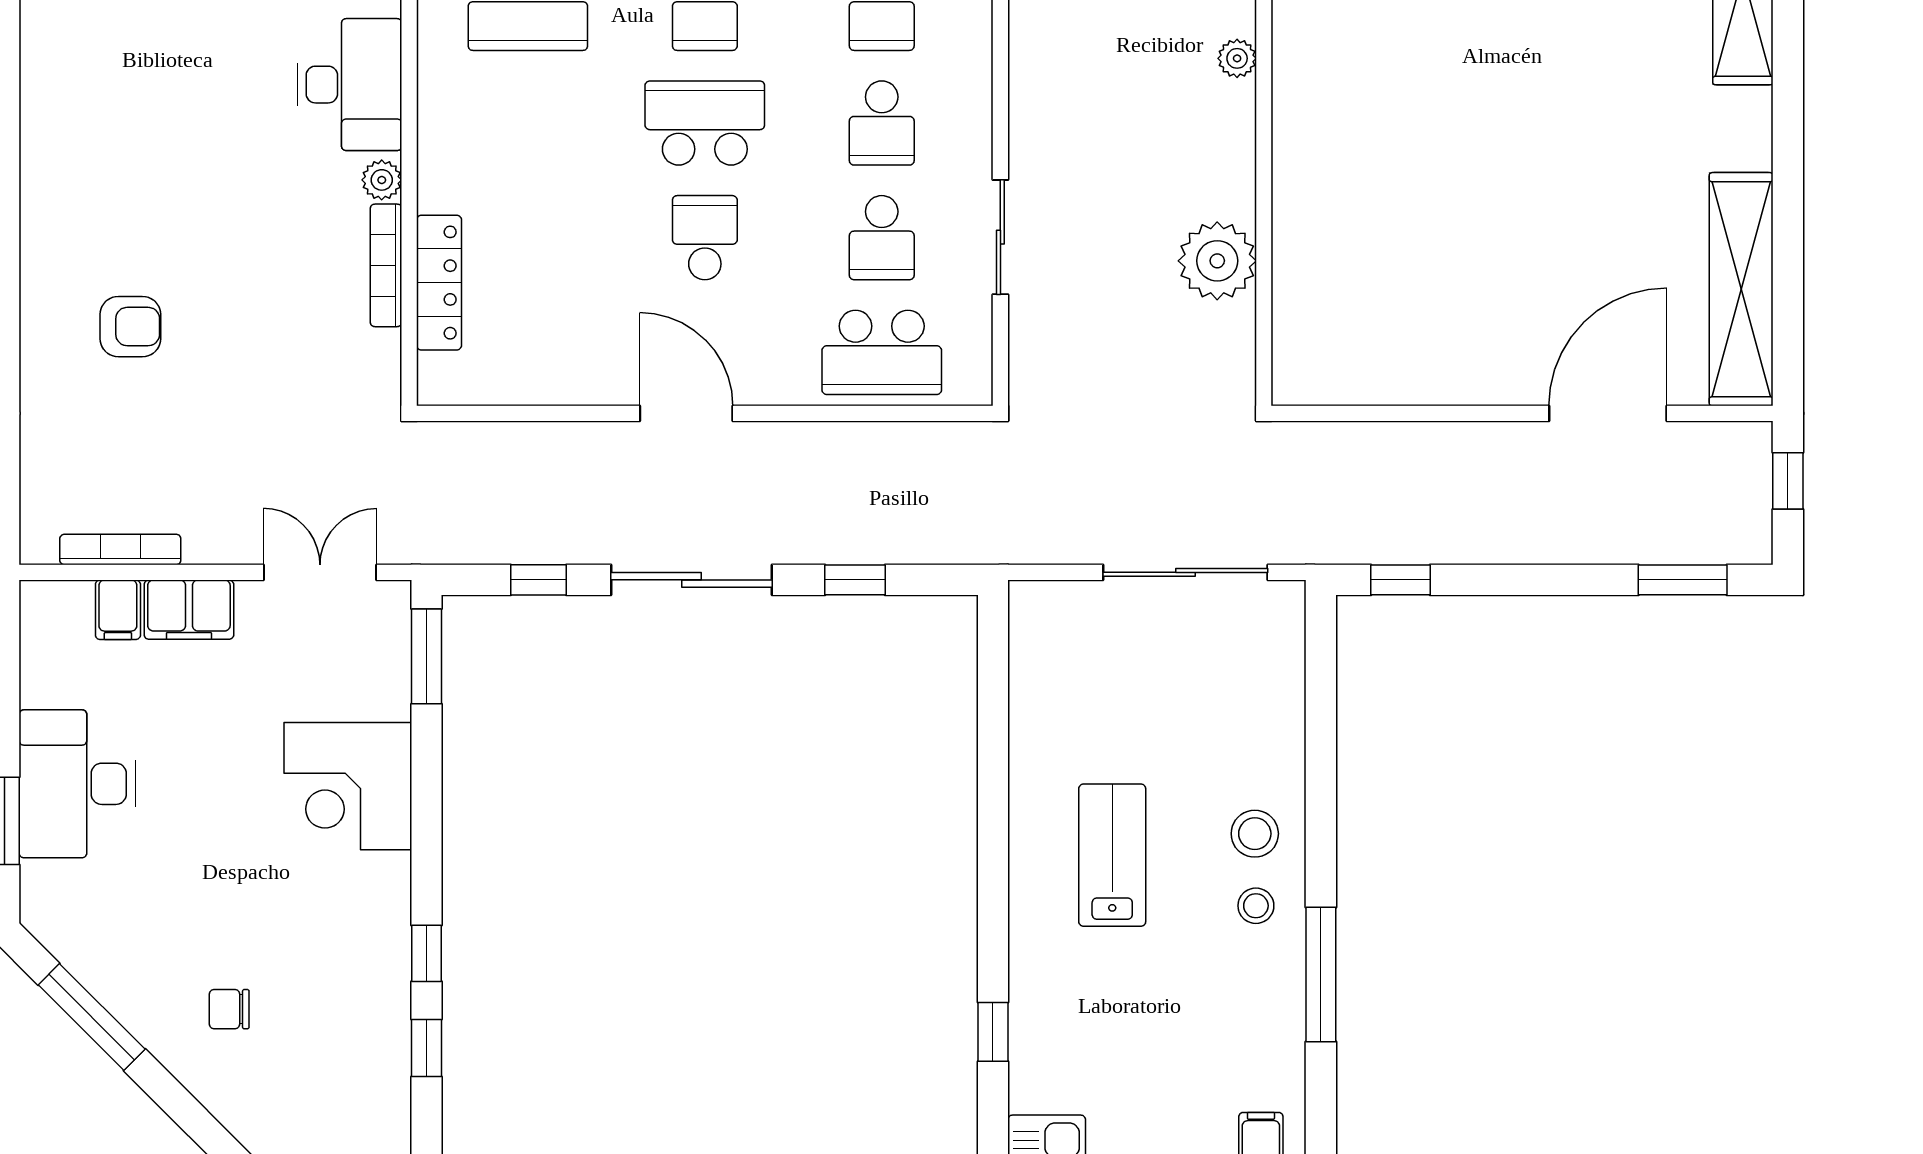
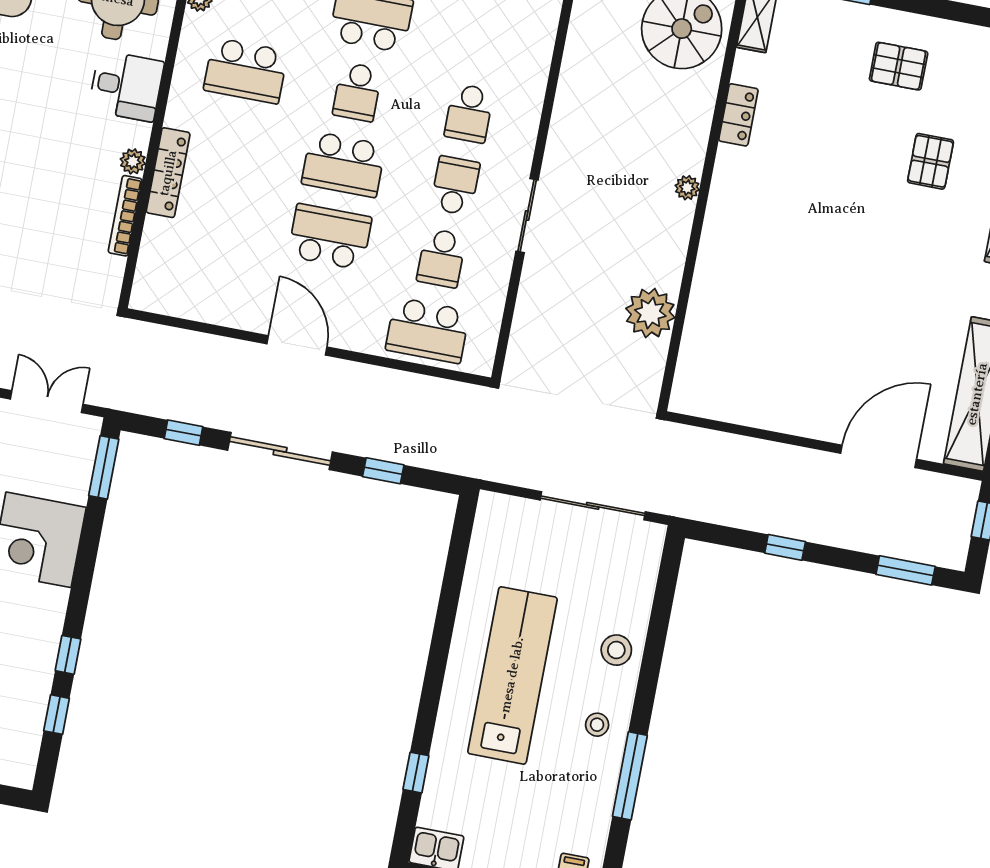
desk: (350, 85) -> (126, 86), width x0.73
school desk: (705, 123) -> (344, 164), turned 180
school desk: (882, 123) -> (455, 186), turned 180
sliding door: (1000, 237) -> (527, 216), moved
school desk: (705, 238) -> (330, 237), width x1.85
locker: (439, 283) -> (168, 173), moved
window: (1400, 580) -> (785, 547), moved
stool: (1255, 834) -> (616, 650), moved
lab bench: (1112, 855) -> (512, 675), width x1.86, depth x1.39

